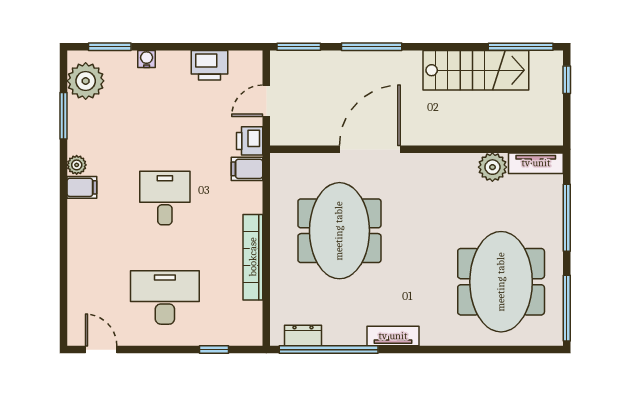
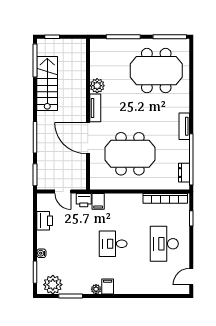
tv unit: (536, 163) -> (95, 108), moved
plant: (492, 167) -> (97, 86), moved
bookcase: (253, 257) -> (165, 198), moved

